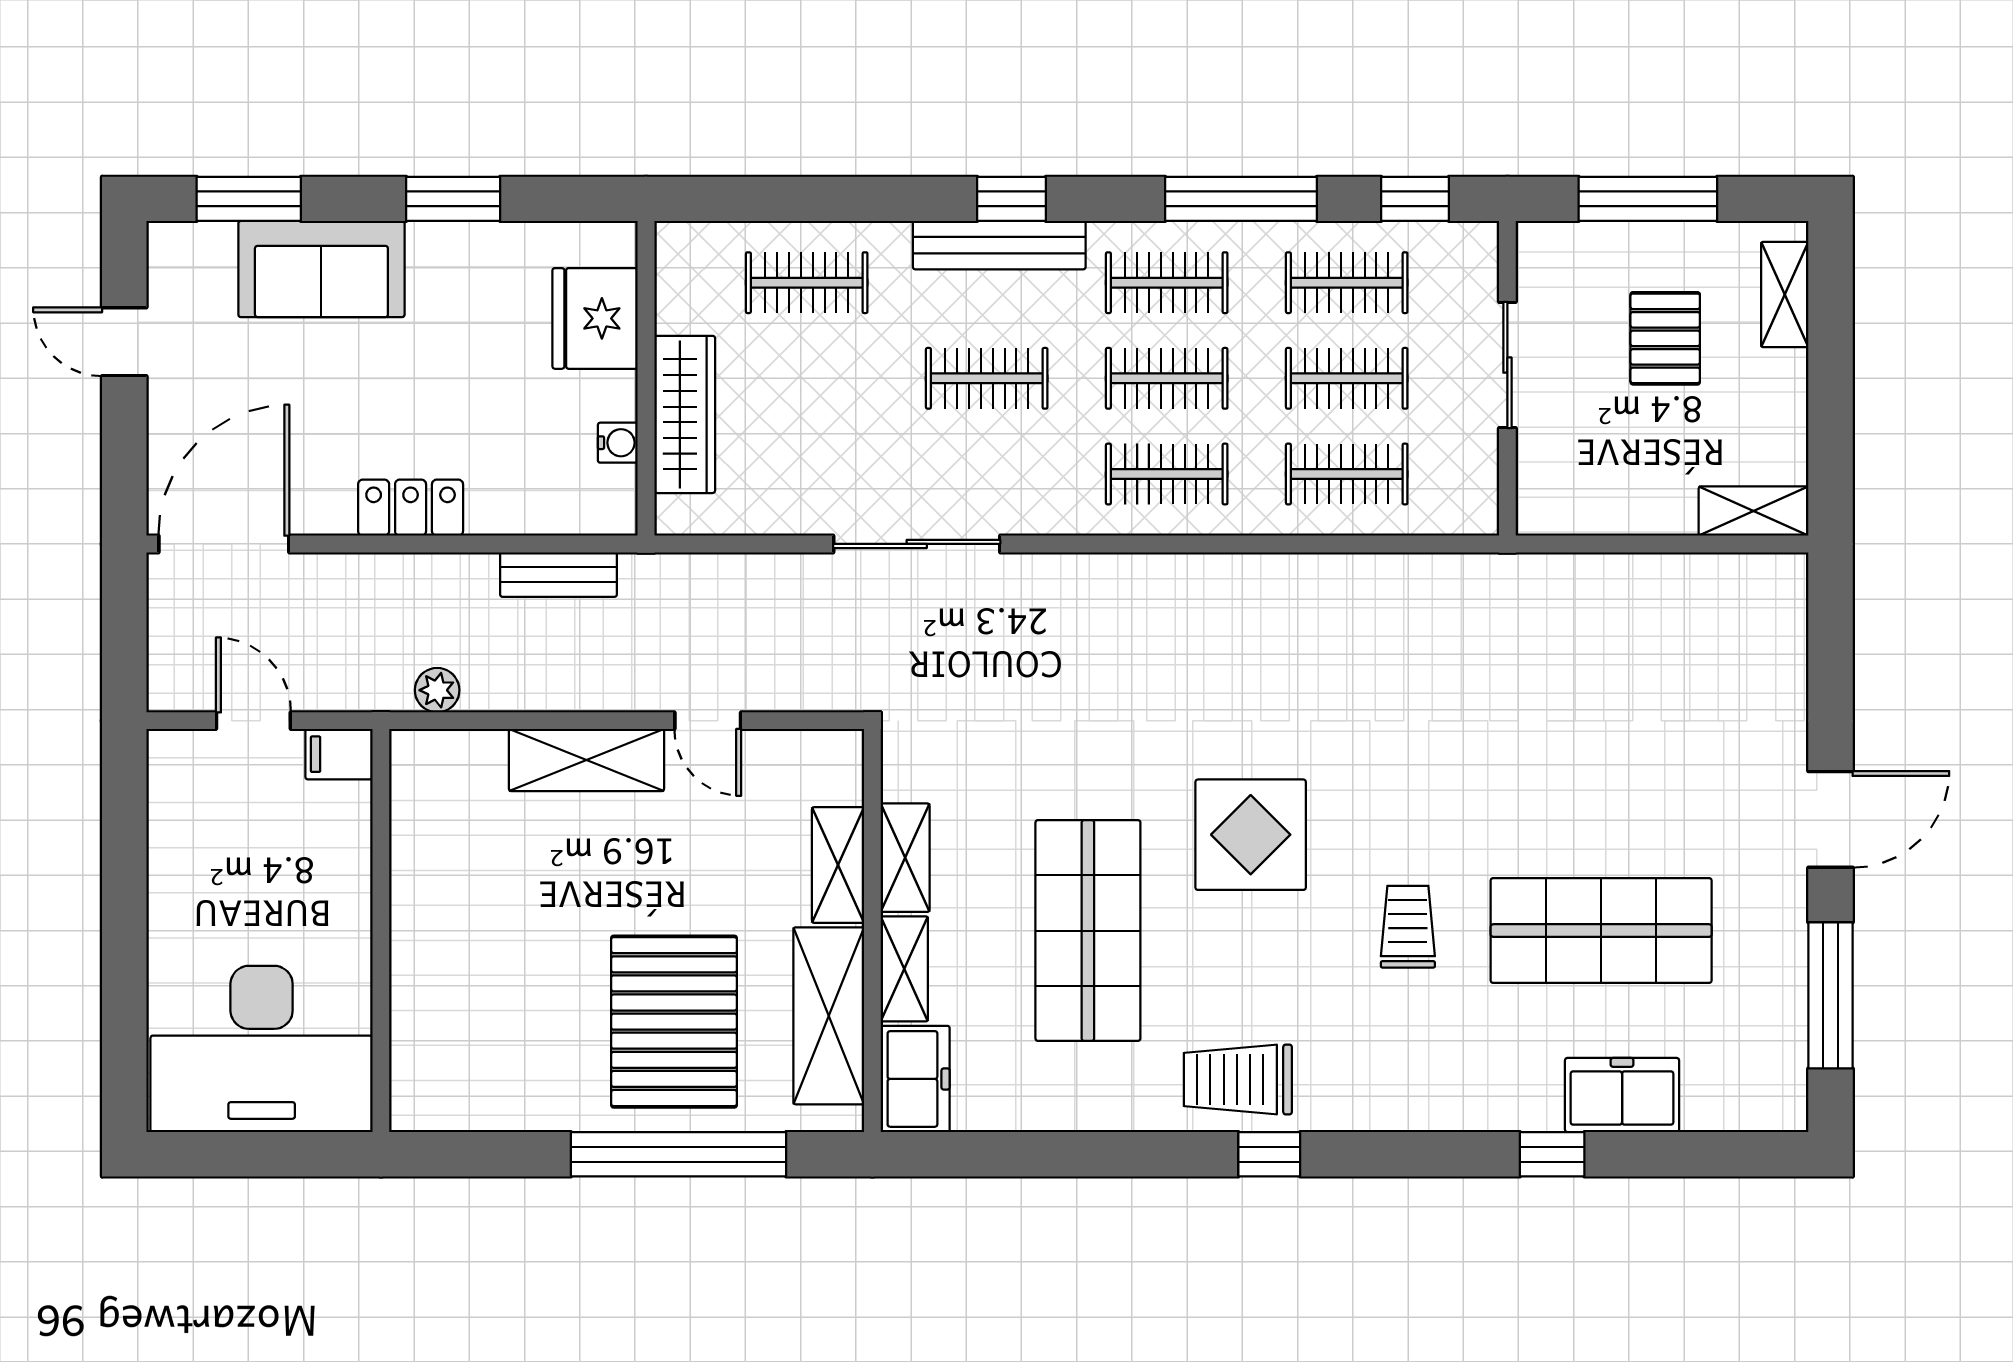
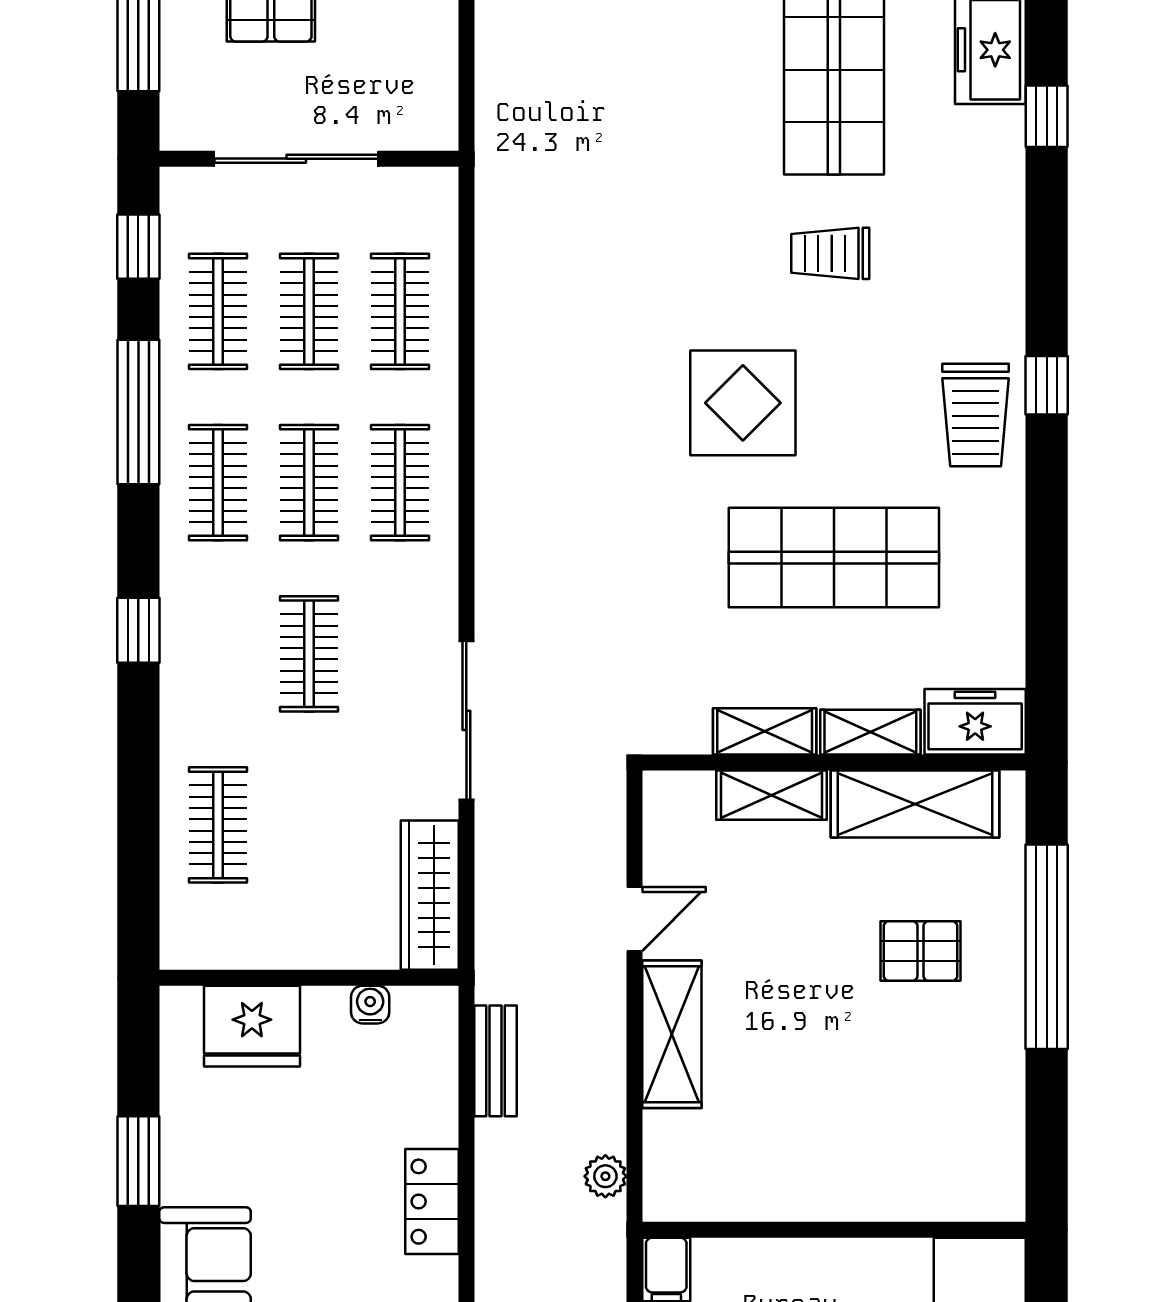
bench: (999, 245) -> (182, 642), removed
sliding door: (1507, 365) -> (296, 159), width x1.37
wardrobe: (685, 414) -> (430, 895), moved, turned -90
pallet: (674, 1022) -> (920, 951), width x0.49, depth x0.50

